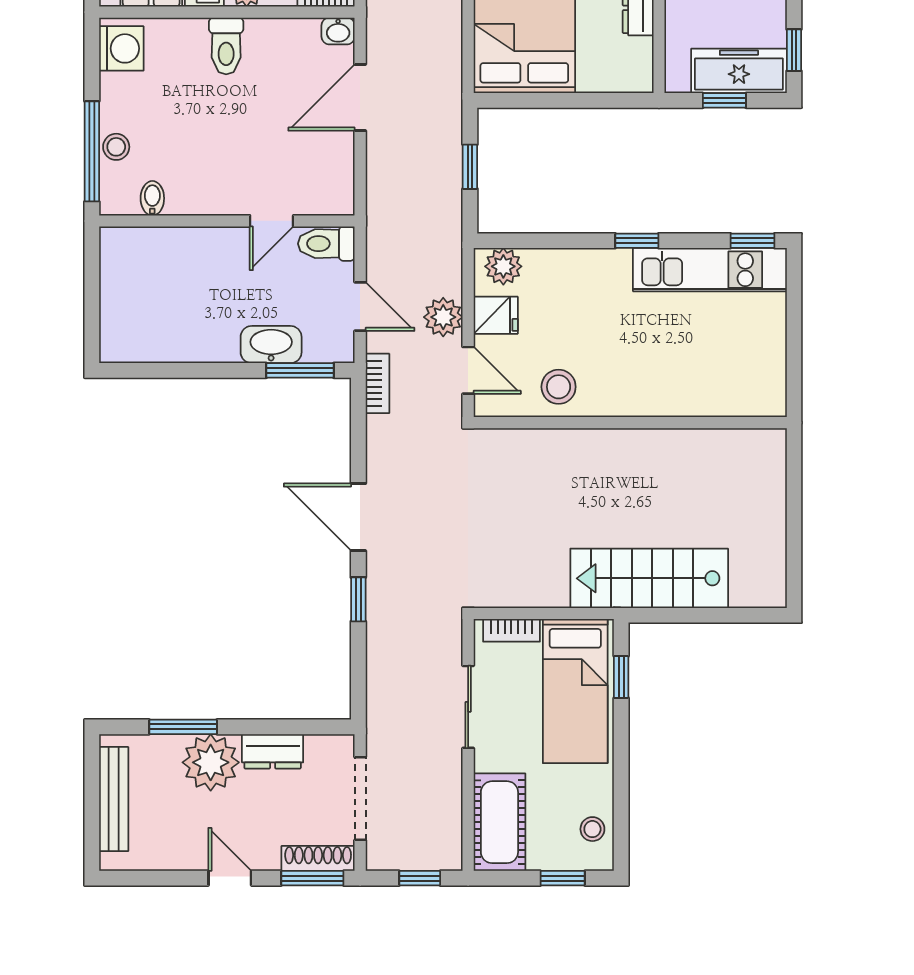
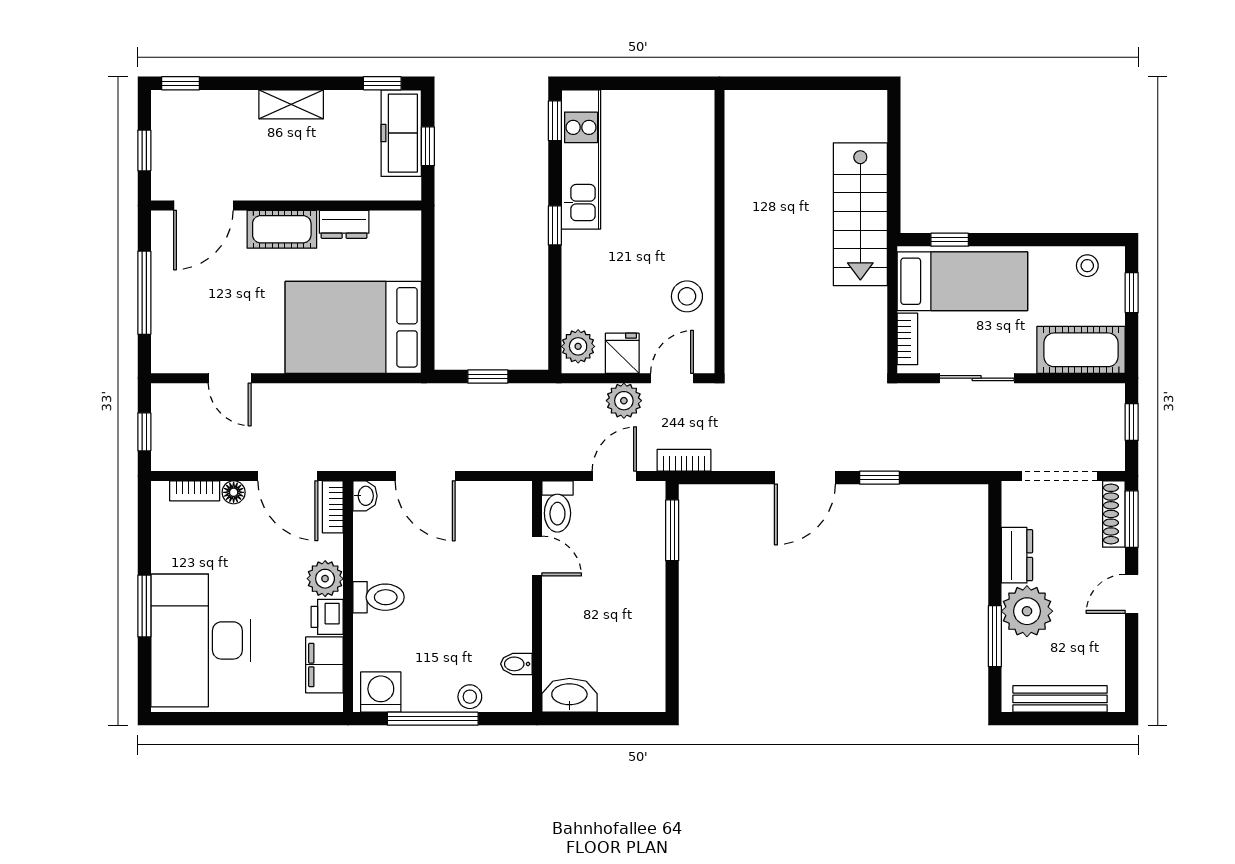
window: (92, 151) -> (433, 719), moved
washbasin: (271, 345) -> (569, 695), moved, turned 90

